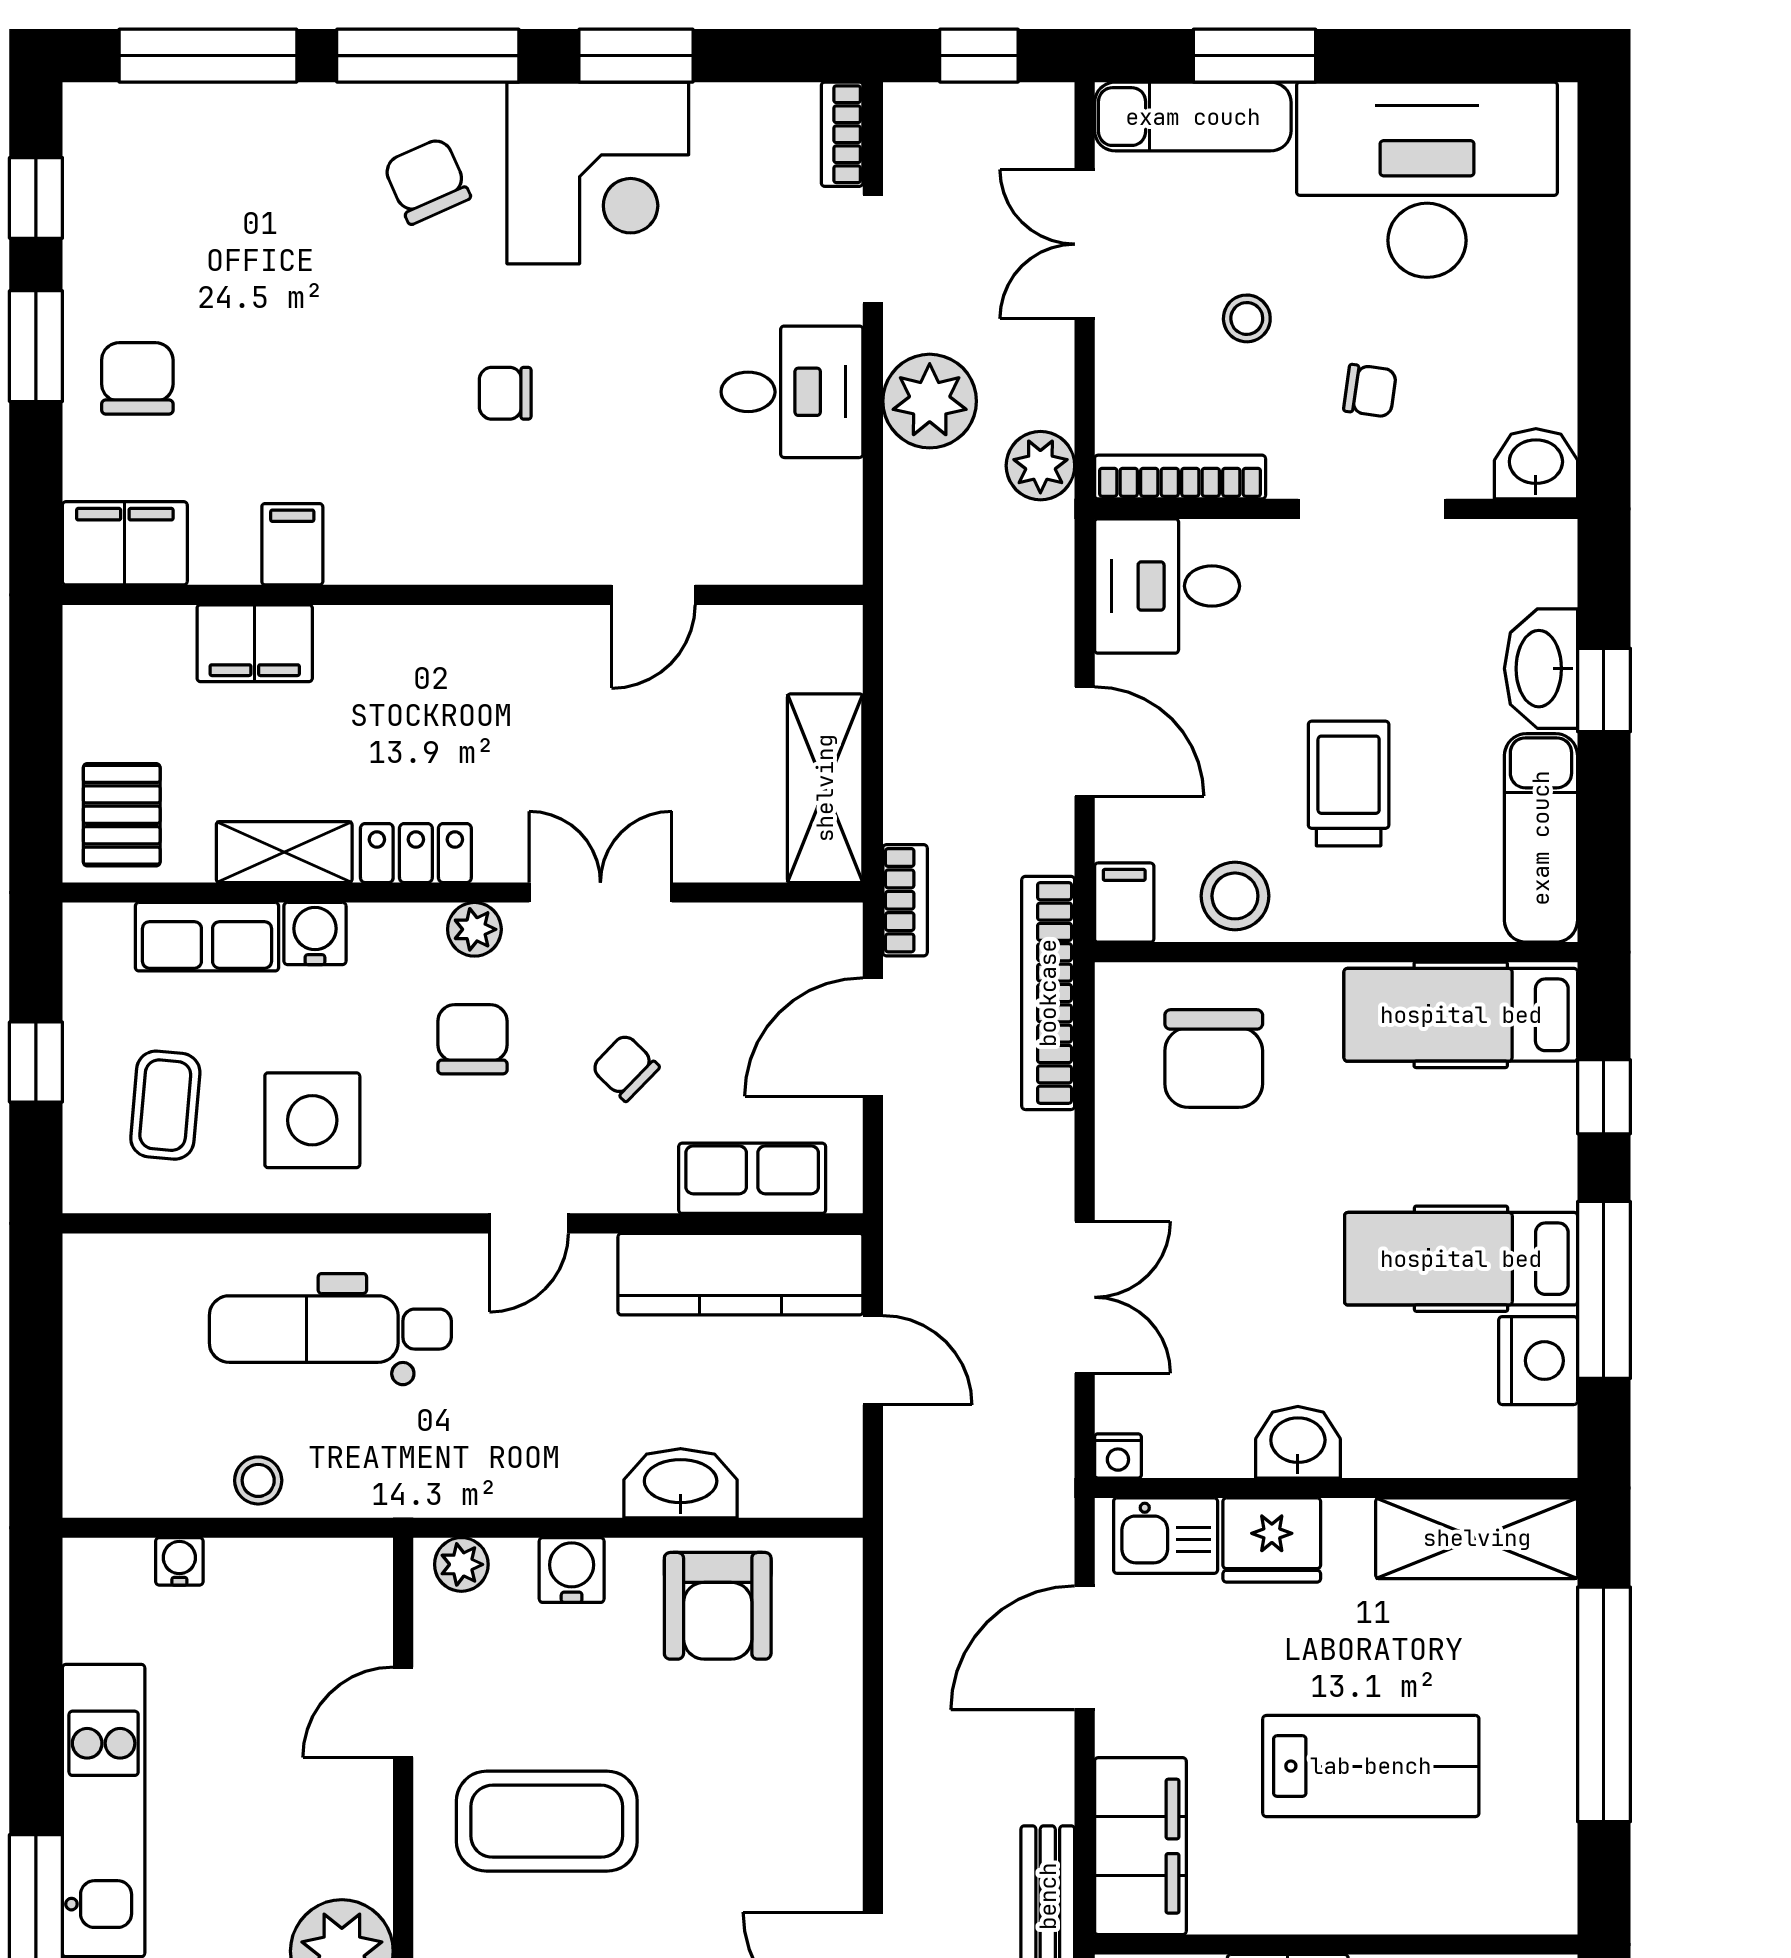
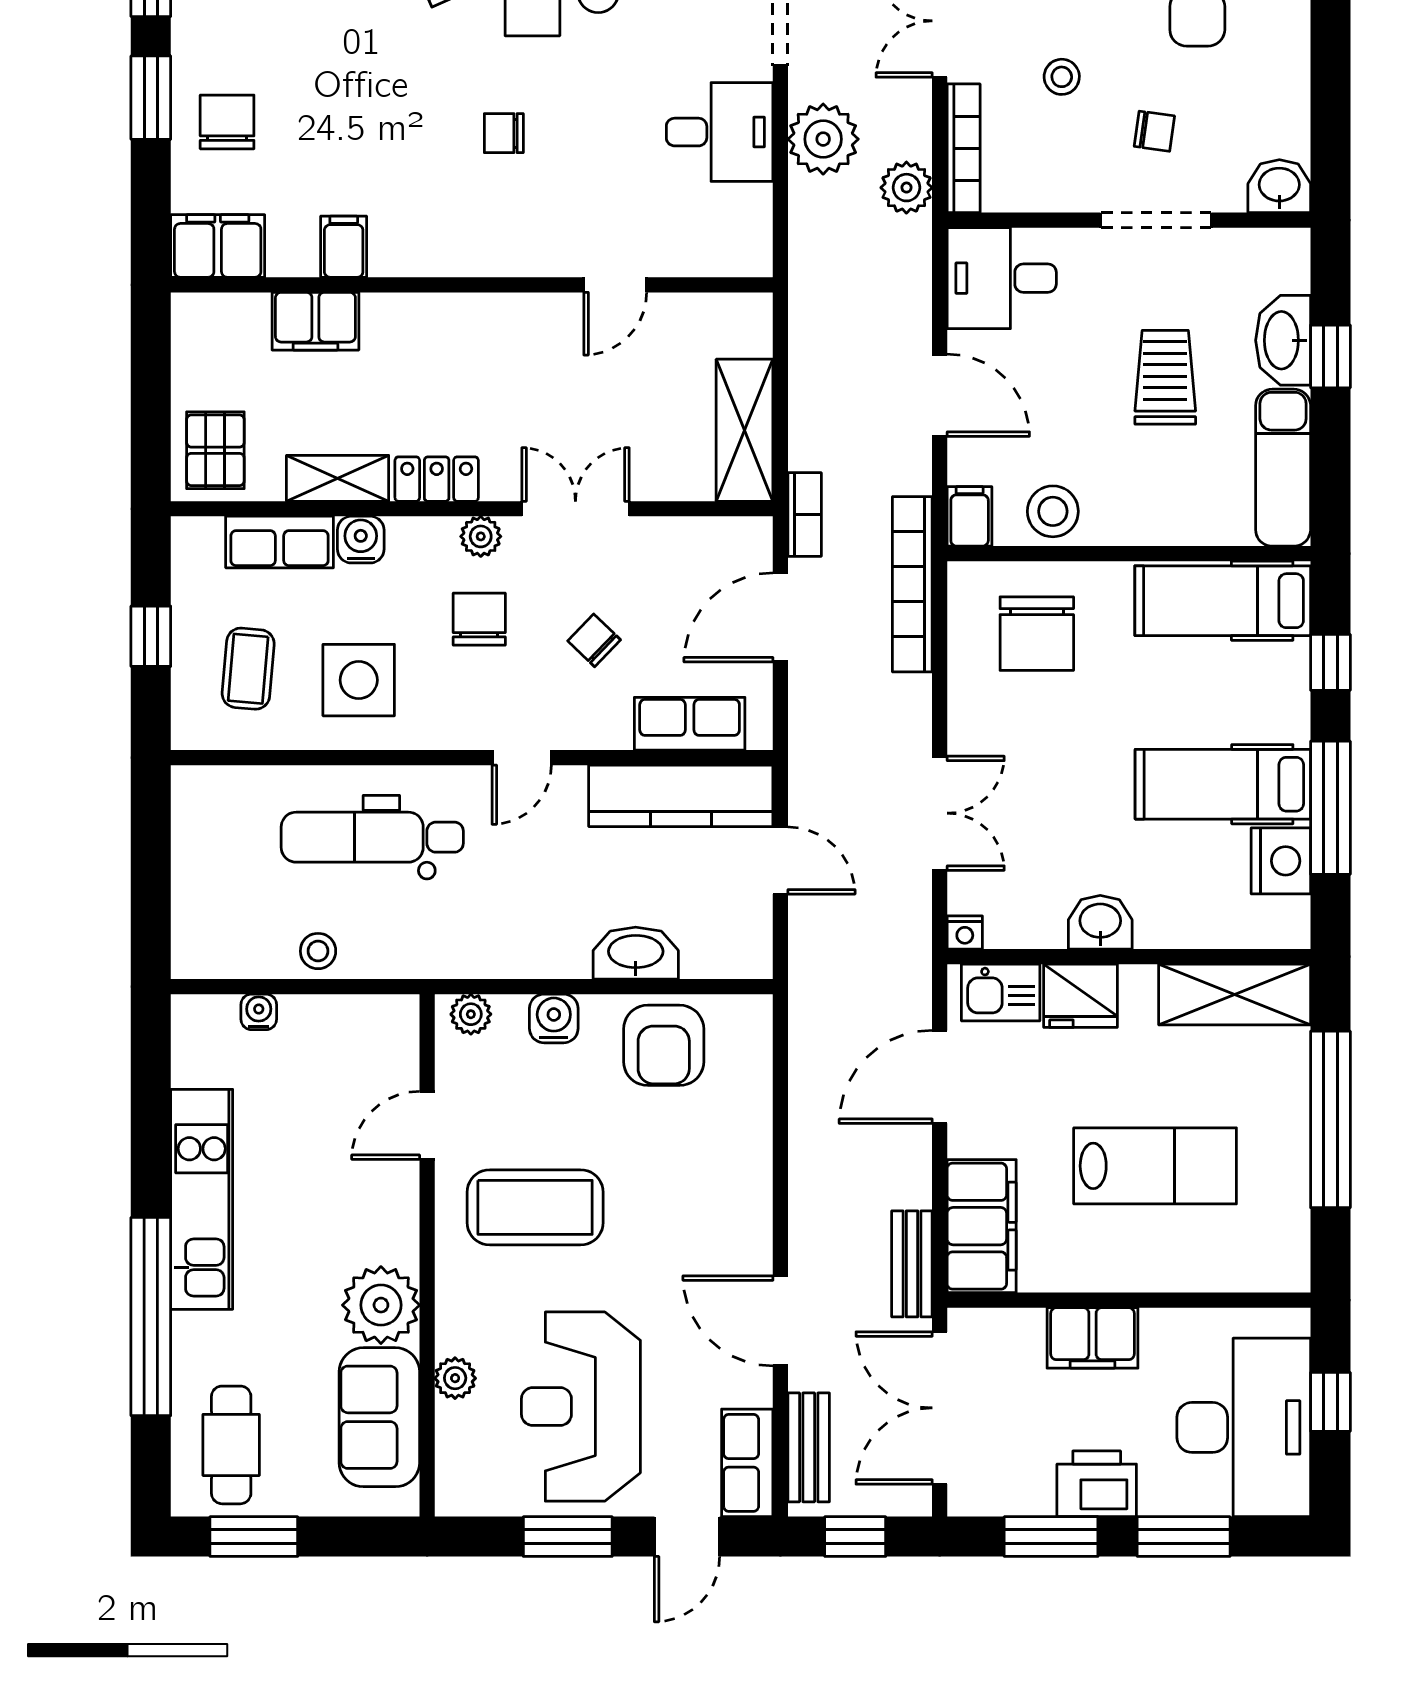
bookcase: (1180, 477) -> (964, 148), moved, turned 90
trolley: (1349, 783) -> (1165, 377), moved

